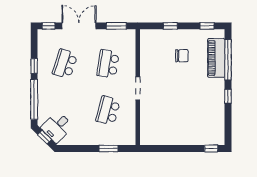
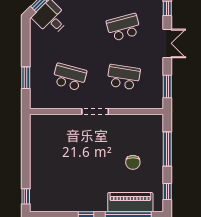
double door: (79, 26) -> (167, 43), width x0.73
window: (170, 26) -> (167, 149), width x2.17
school desk: (65, 64) -> (124, 27), turned -33

